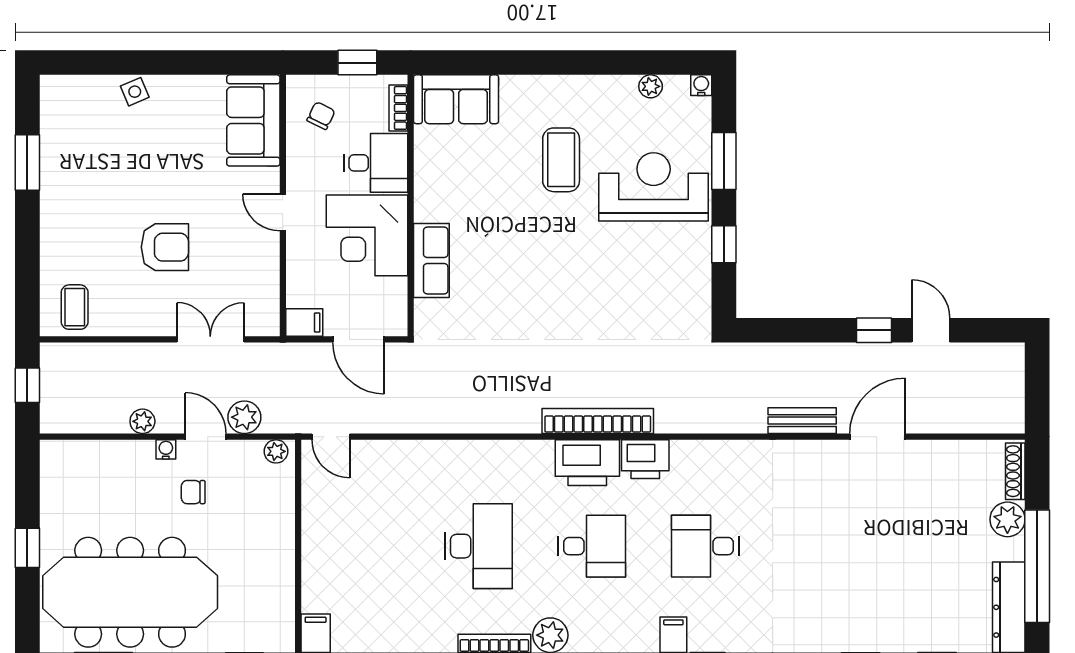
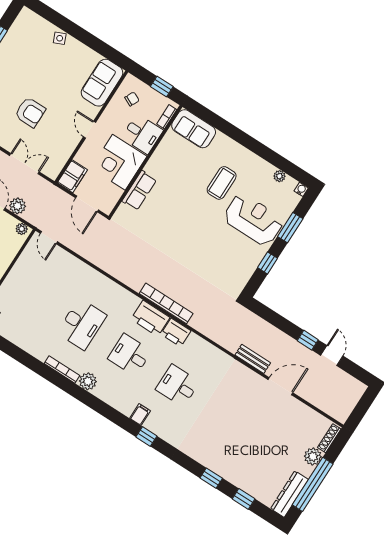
filing cabinet: (304, 323) -> (72, 176), width x2.00
desk: (592, 546) -> (130, 355), turned 180

